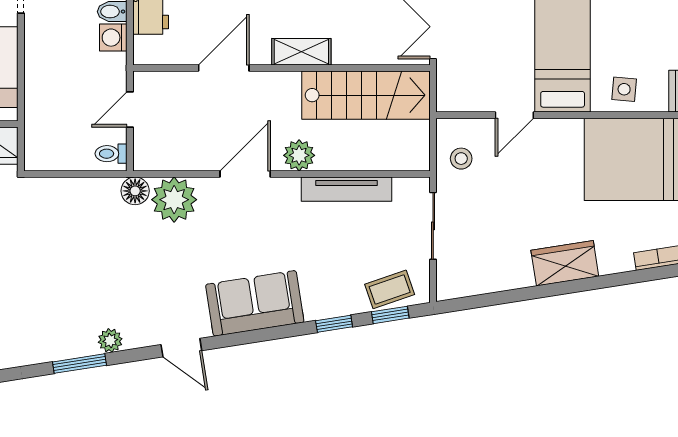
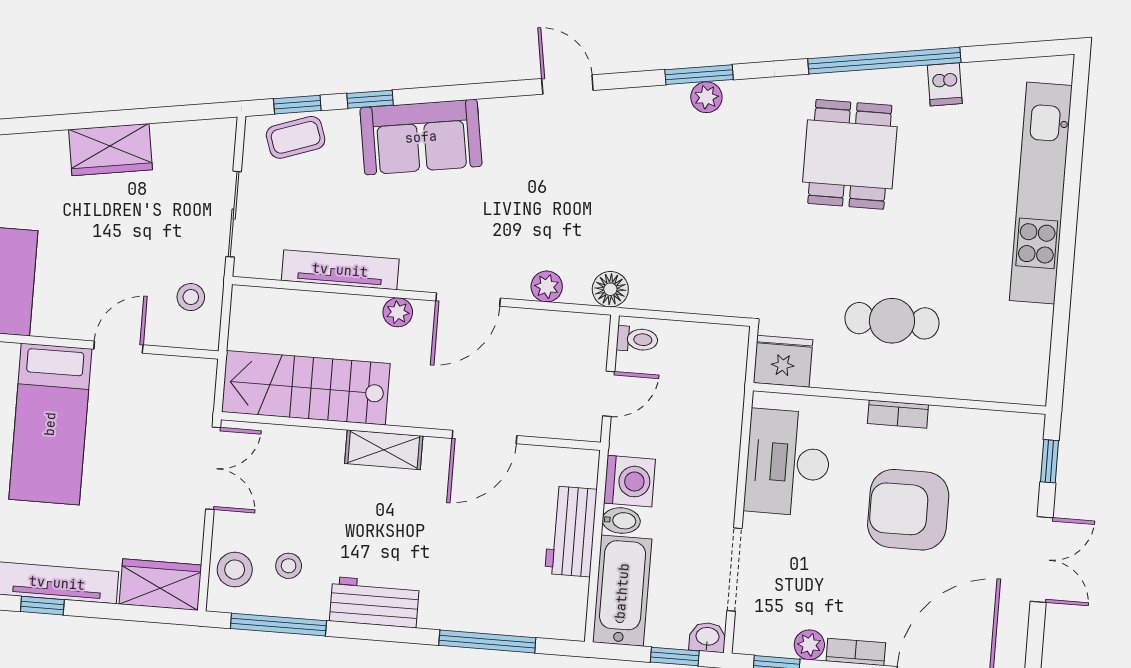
washing machine: (113, 38) -> (630, 481), width x1.38, depth x1.38
plant: (299, 155) -> (398, 312), width x0.73, depth x0.73
plant: (174, 200) -> (547, 286), width x0.53, depth x0.53
wardrobe: (565, 263) -> (110, 150), moved
sofa: (255, 303) -> (421, 137), moved
plant: (110, 340) -> (706, 97), moved

